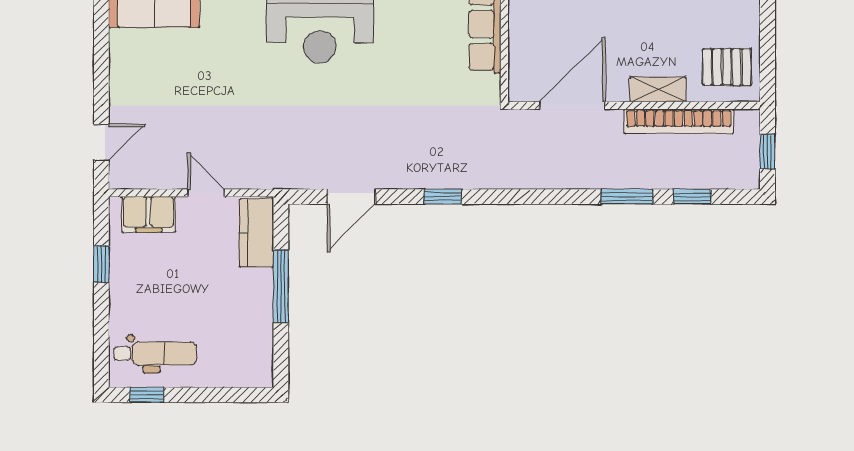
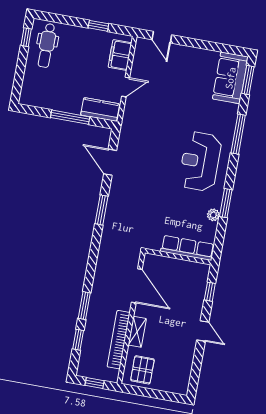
window: (443, 197) -> (101, 210), width x1.50

